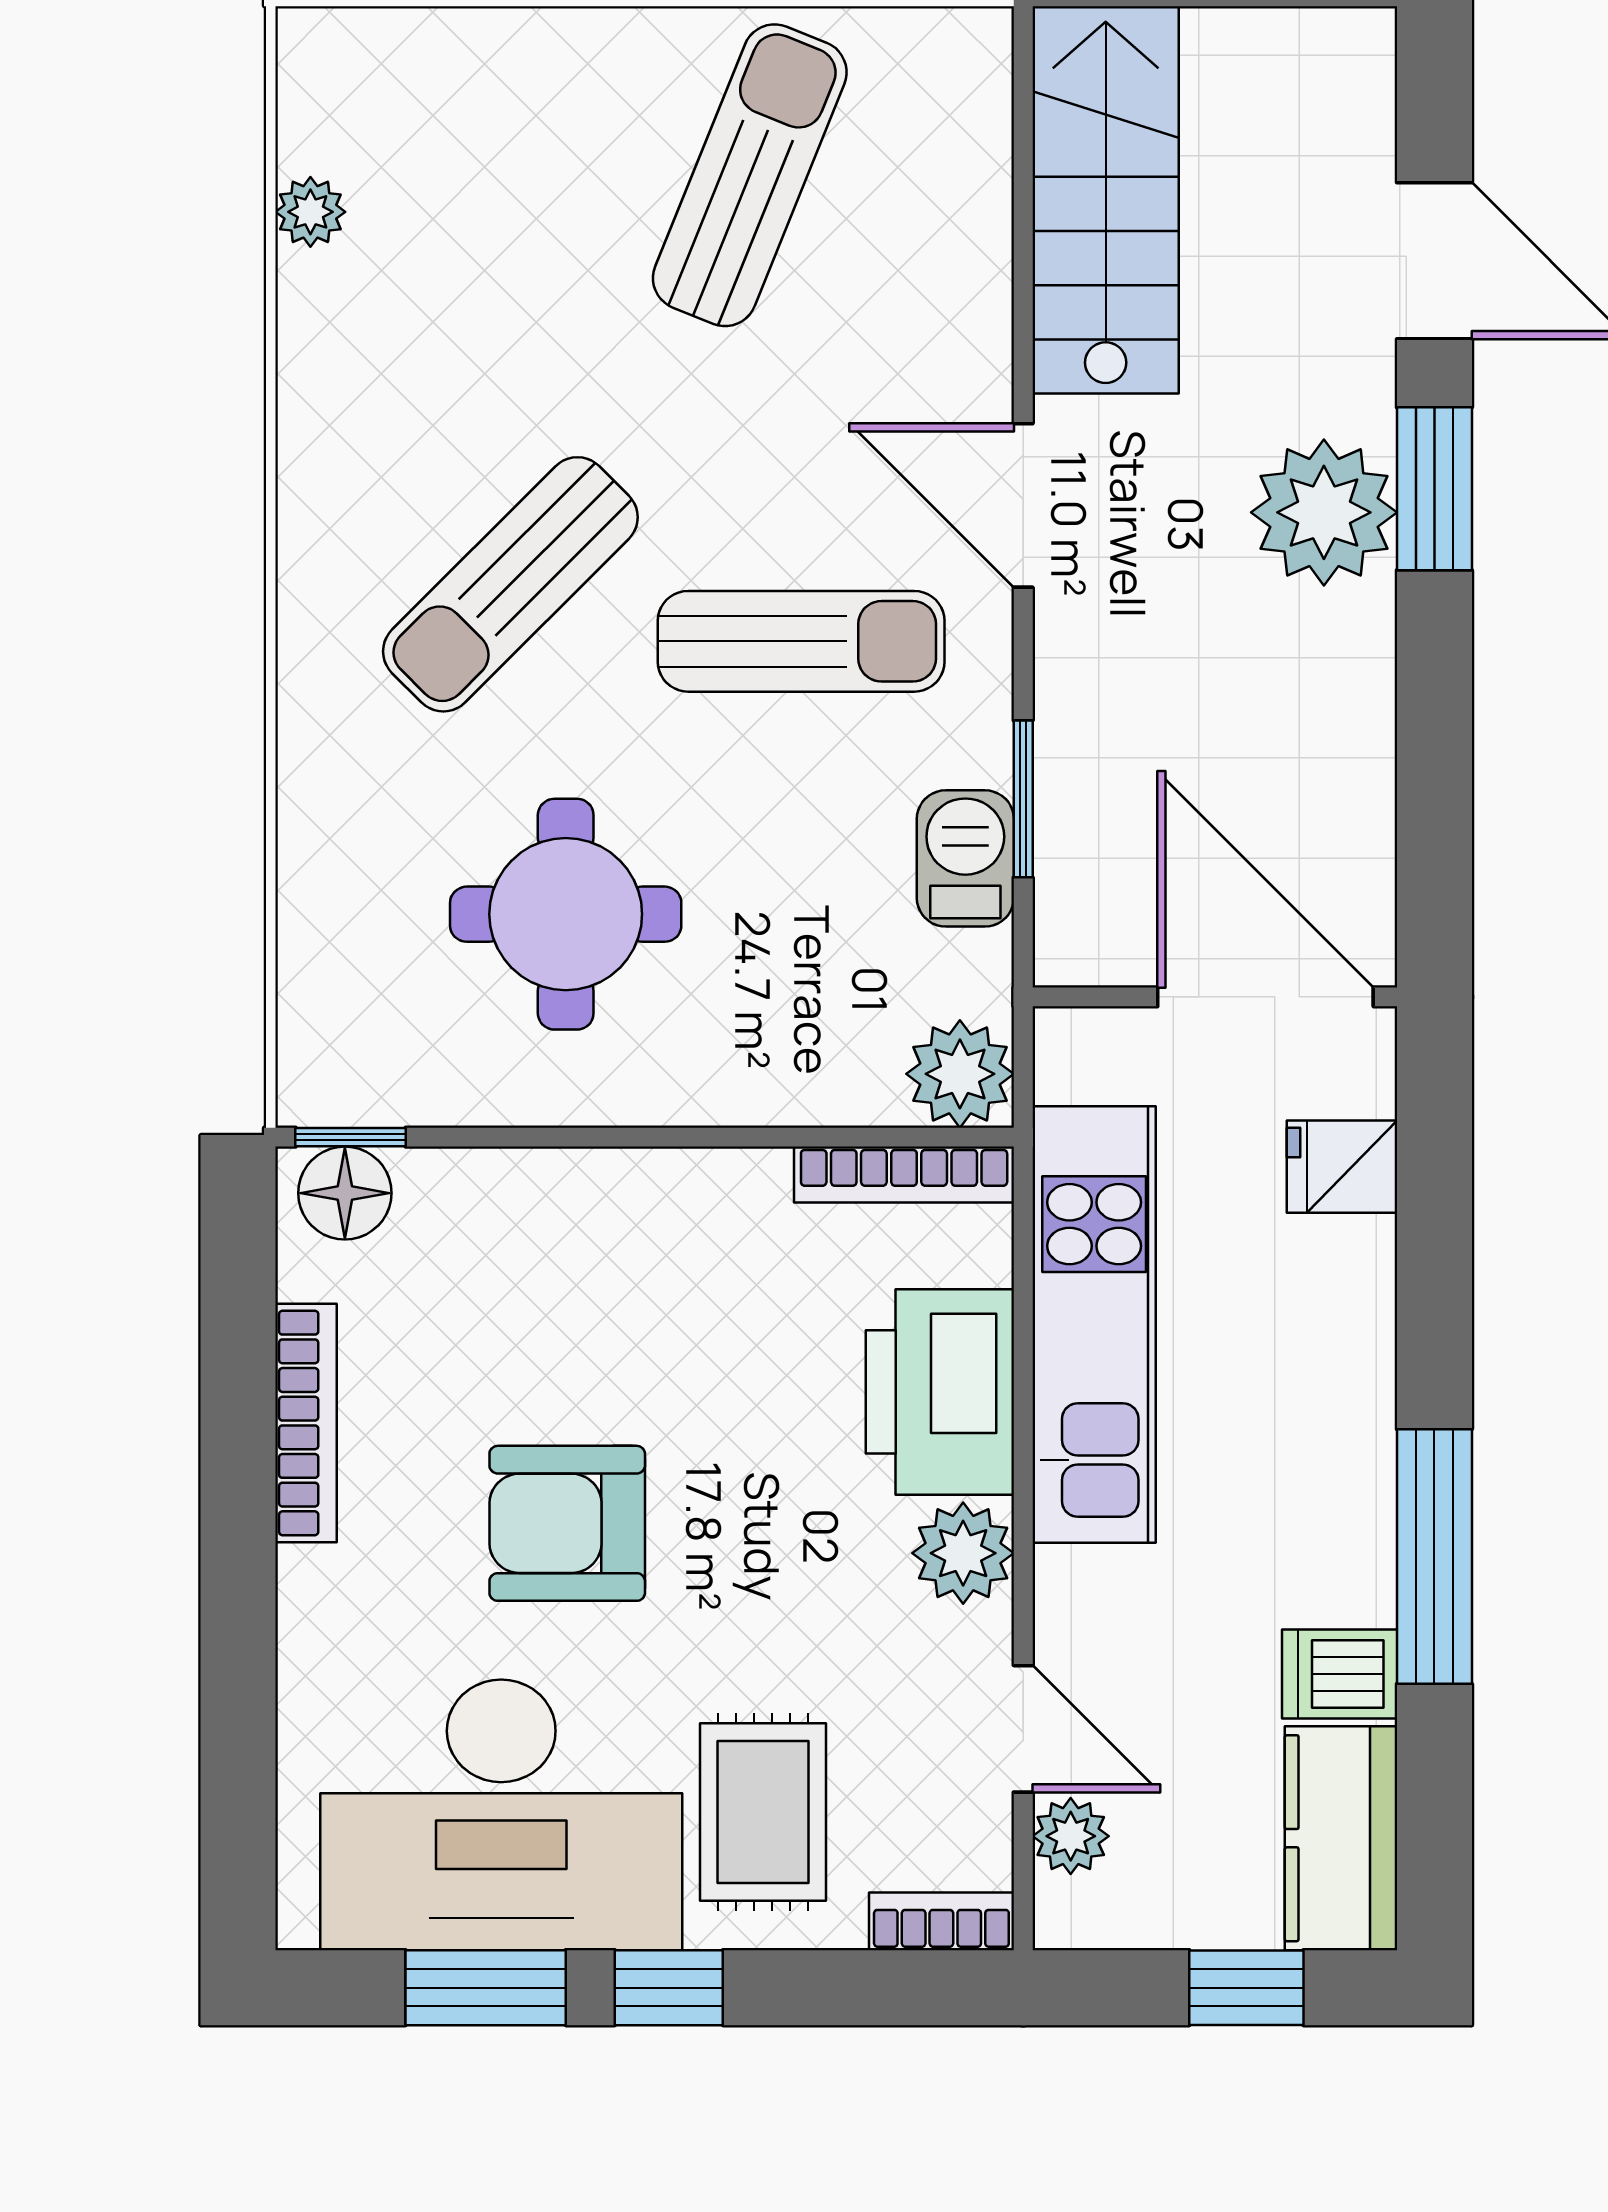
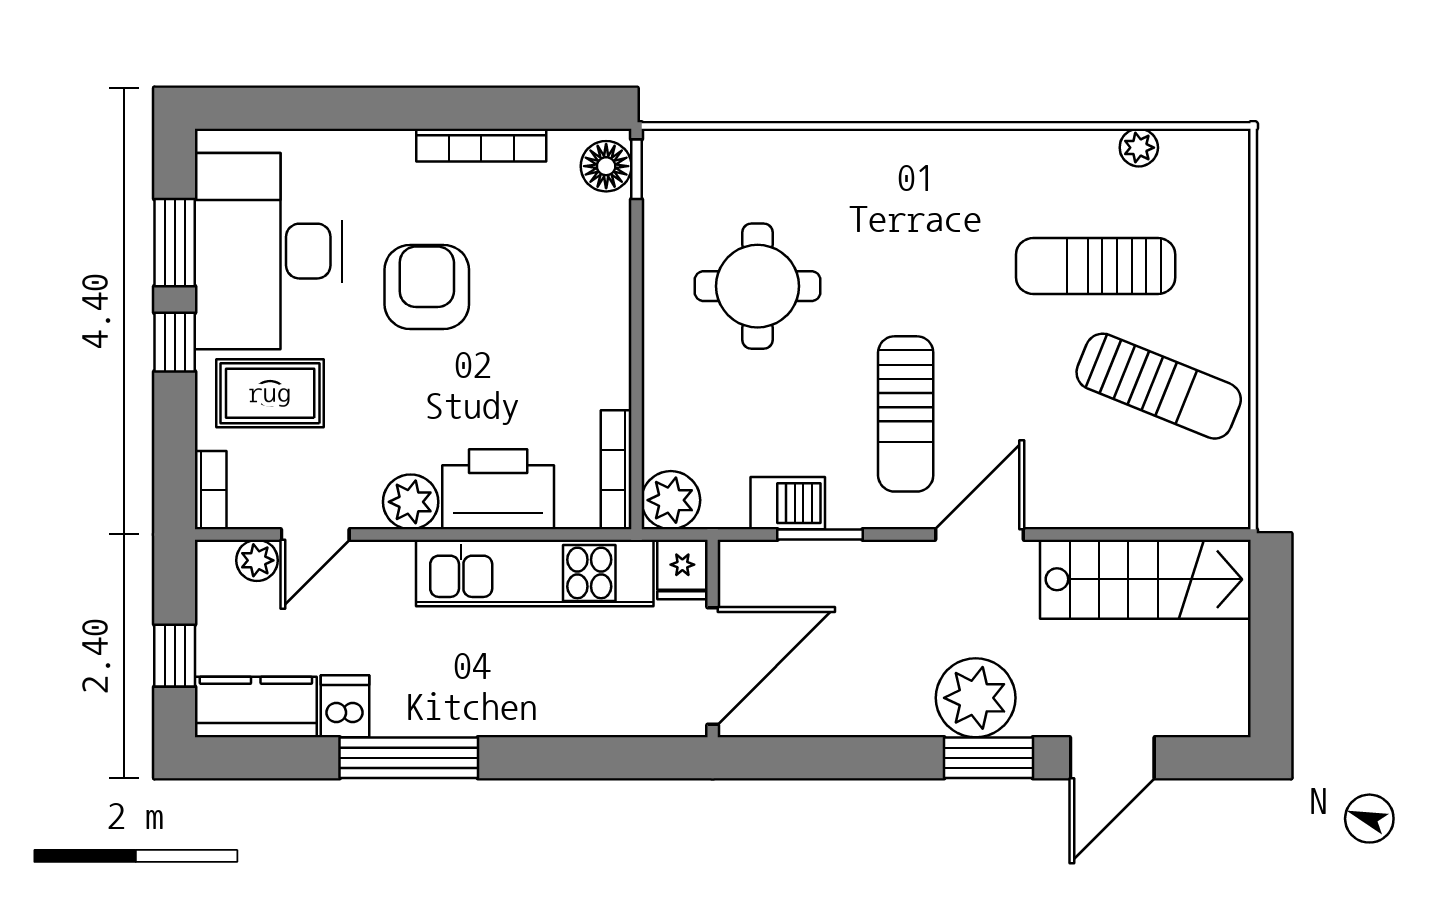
sun lounger: (510, 584) -> (1096, 266), moved, turned -45
fridge: (1342, 1167) -> (682, 569), moved, turned 180

